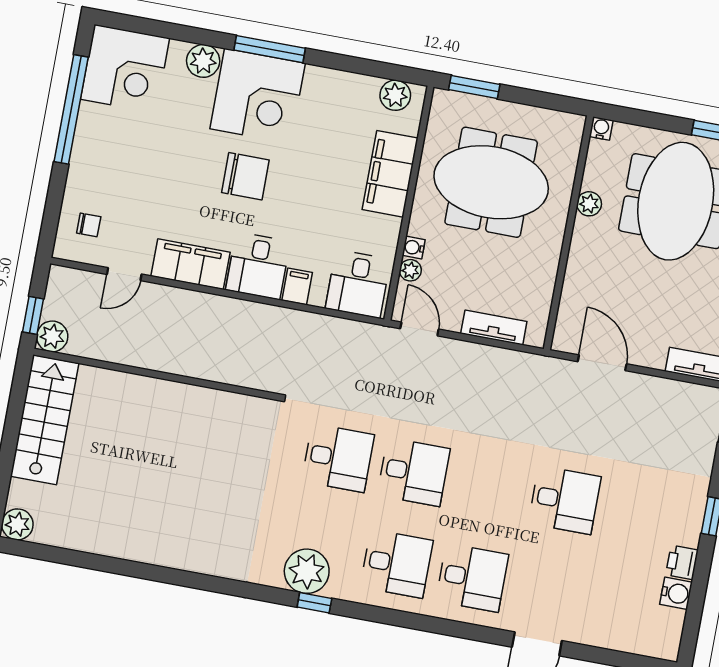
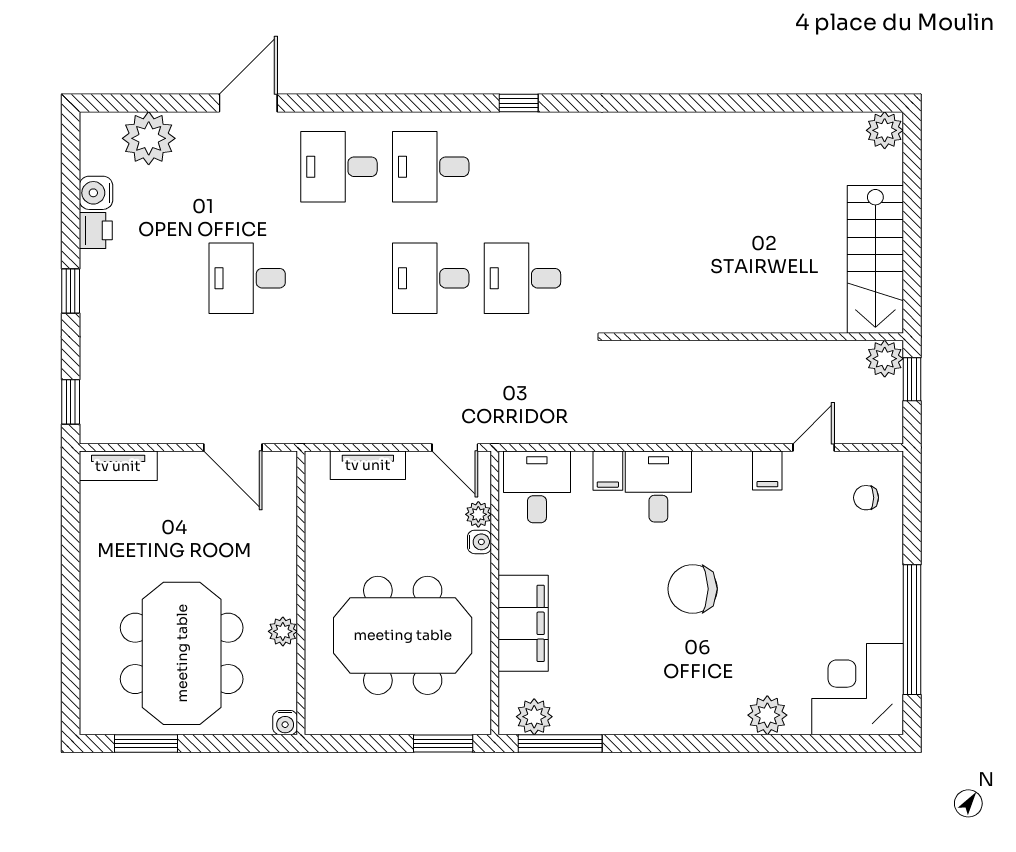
window: (270, 49) -> (560, 744), moved
corner desk: (258, 96) -> (696, 686), removed
filing cabinet: (190, 264) -> (767, 471), width x0.33, depth x0.86
plant: (307, 571) -> (149, 138), moved

